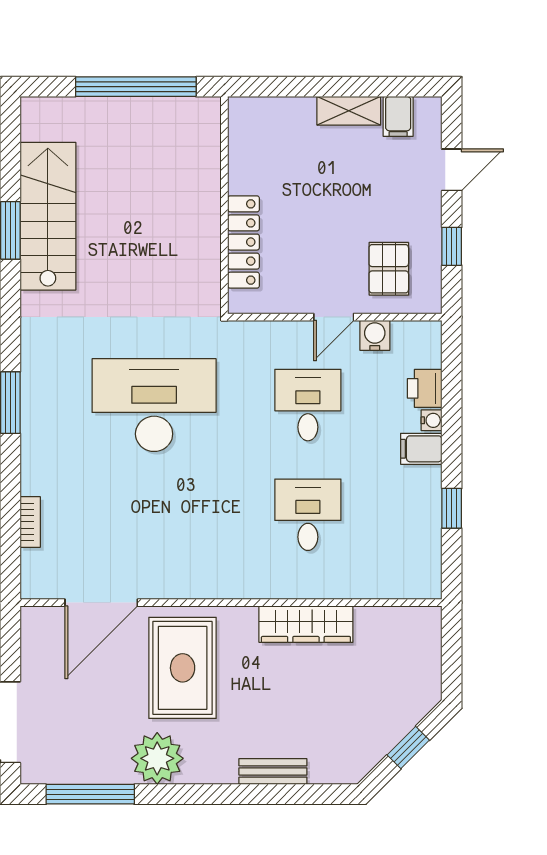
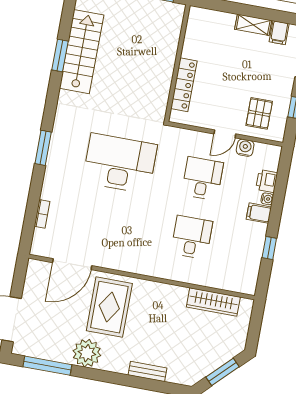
wardrobe: (306, 624) -> (213, 302), moved
window: (408, 748) -> (223, 372), width x1.50

